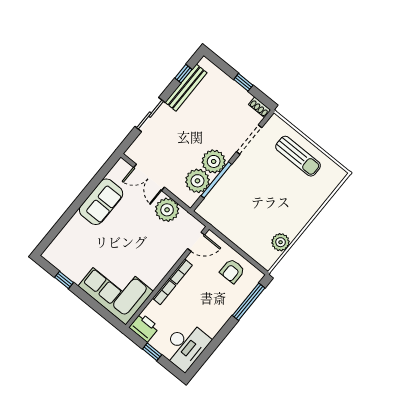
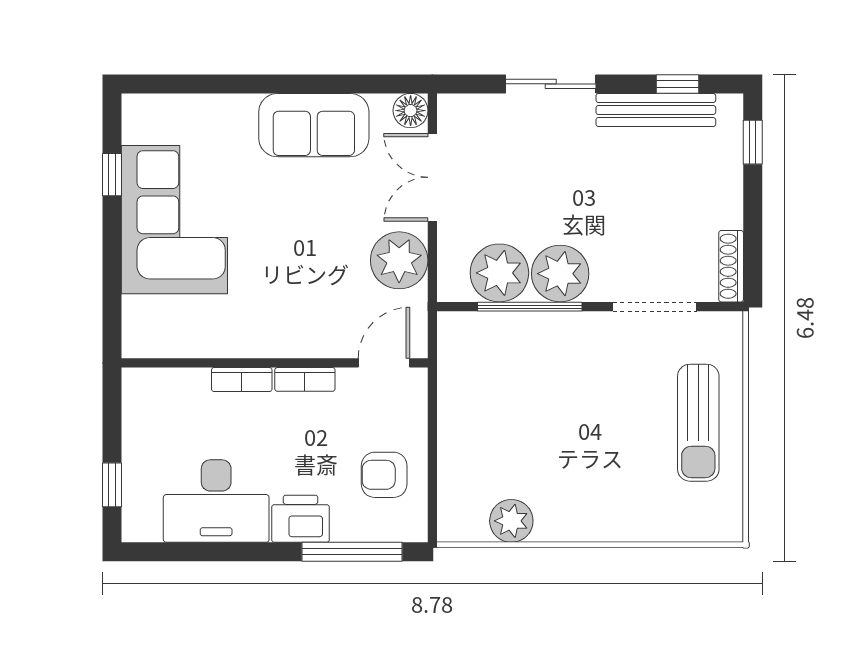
window: (243, 82) -> (753, 142), moved
shoe rack: (260, 107) -> (731, 266), width x1.43
floor lamp: (122, 167) -> (411, 111), added
door: (196, 242) -> (384, 363), swing flipped
corner sofa: (116, 289) -> (174, 220), moved
printer: (144, 327) -> (301, 519), moved, turned -90
desk: (185, 346) -> (216, 501), moved
window: (152, 352) -> (112, 485), moved

